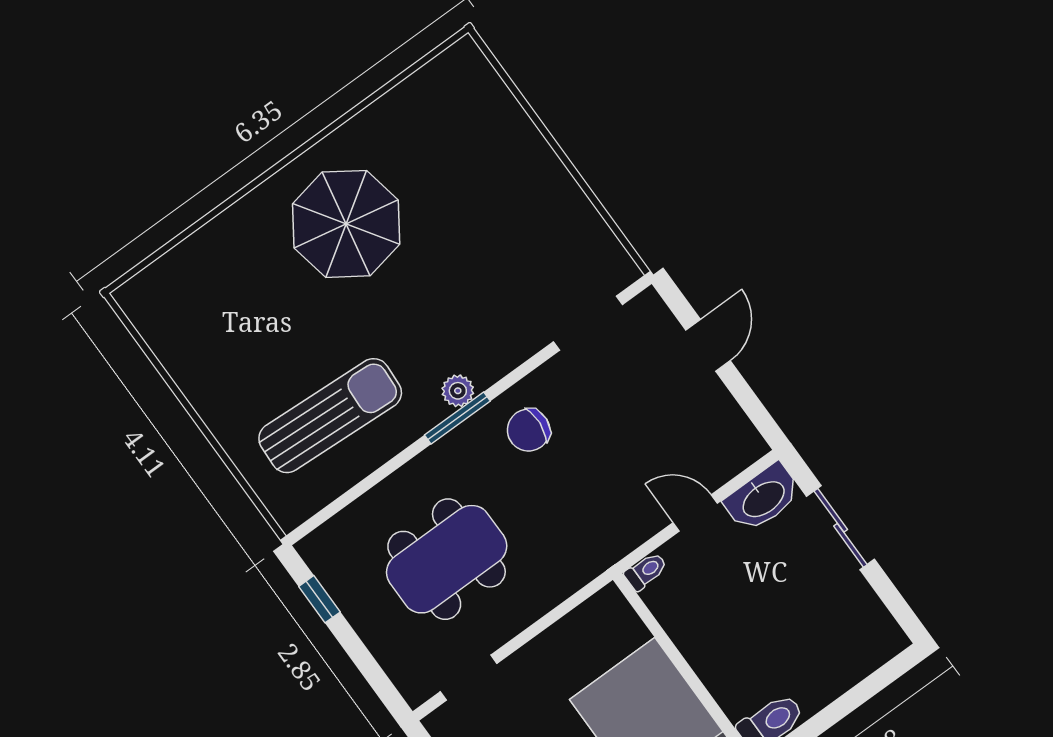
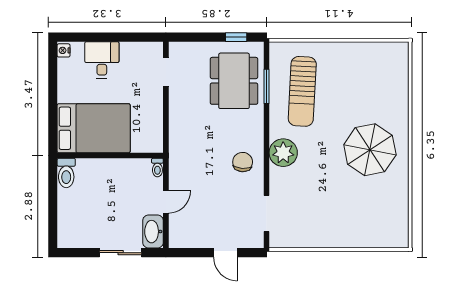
plant: (458, 391) -> (283, 153), width x1.87, depth x1.87
window: (457, 418) -> (267, 86), moved
dining table: (447, 559) -> (234, 81), moved

